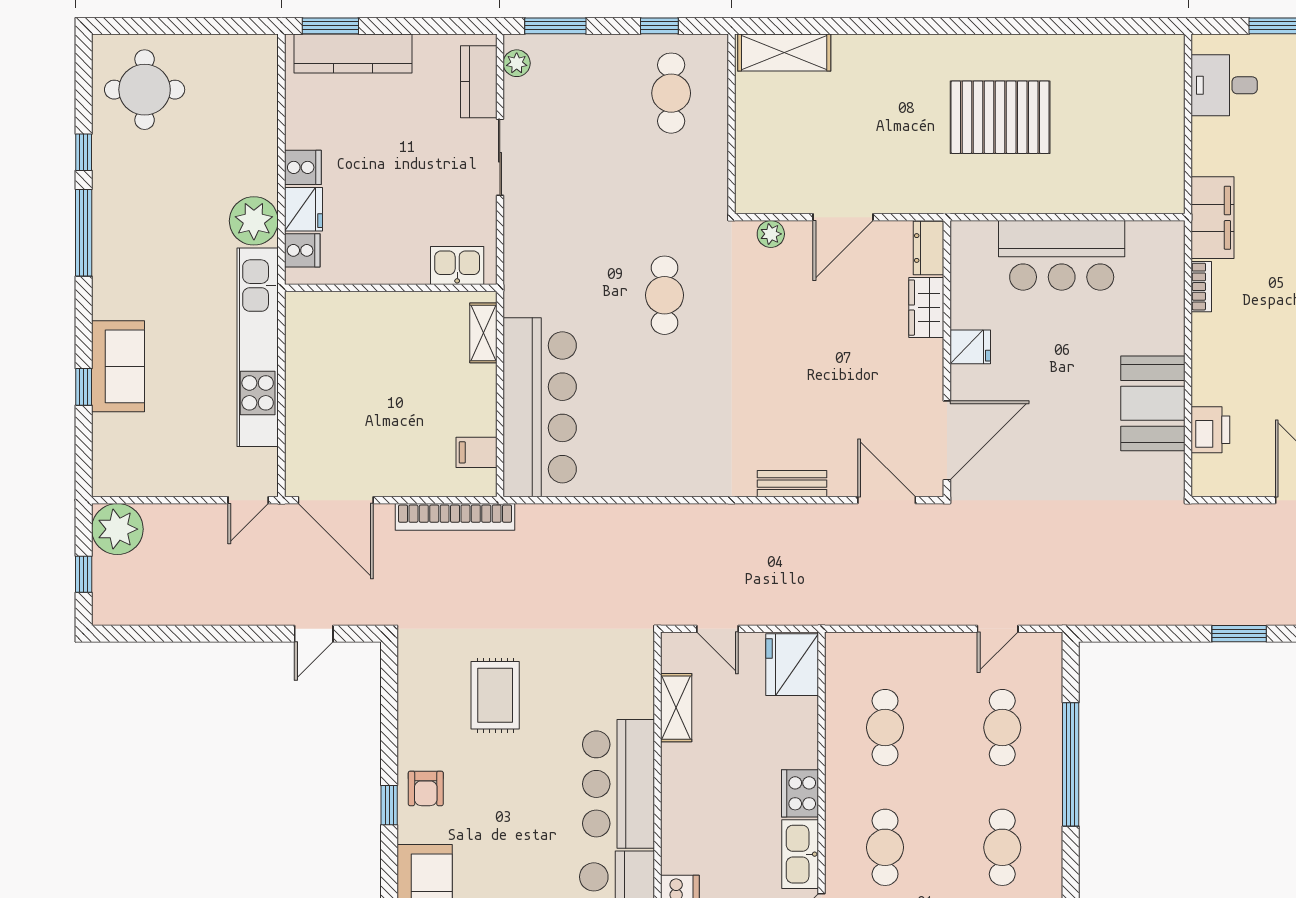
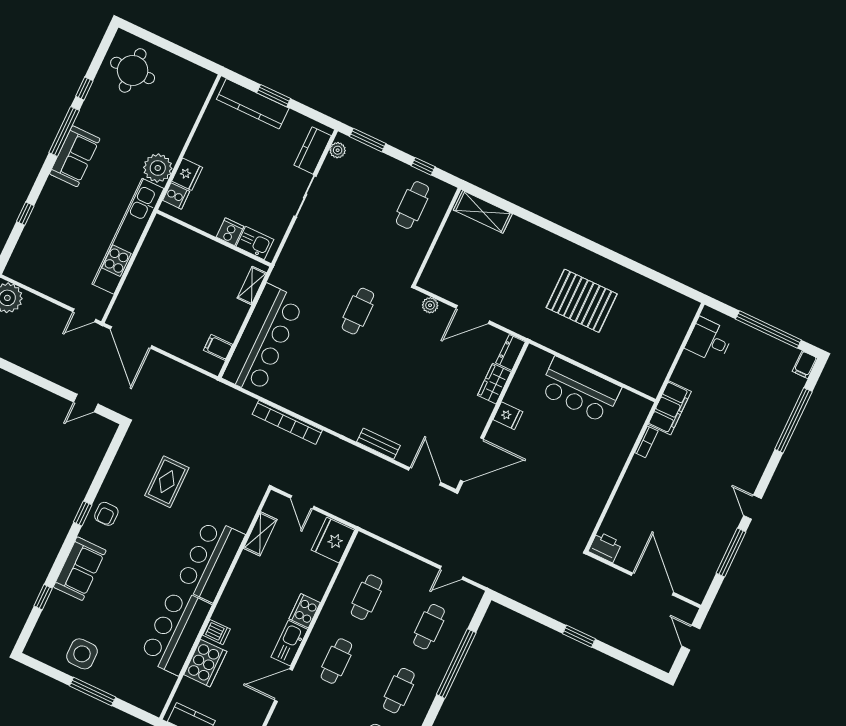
window: (330, 26) -> (274, 96), moved
cooker: (303, 167) -> (230, 232), moved, turned -90
sofa: (118, 366) -> (75, 156), moved
booth: (1153, 403) -> (591, 492), removed
printer: (1210, 430) -> (605, 547), moved, turned -90
bookcase: (455, 517) -> (287, 422), moved

